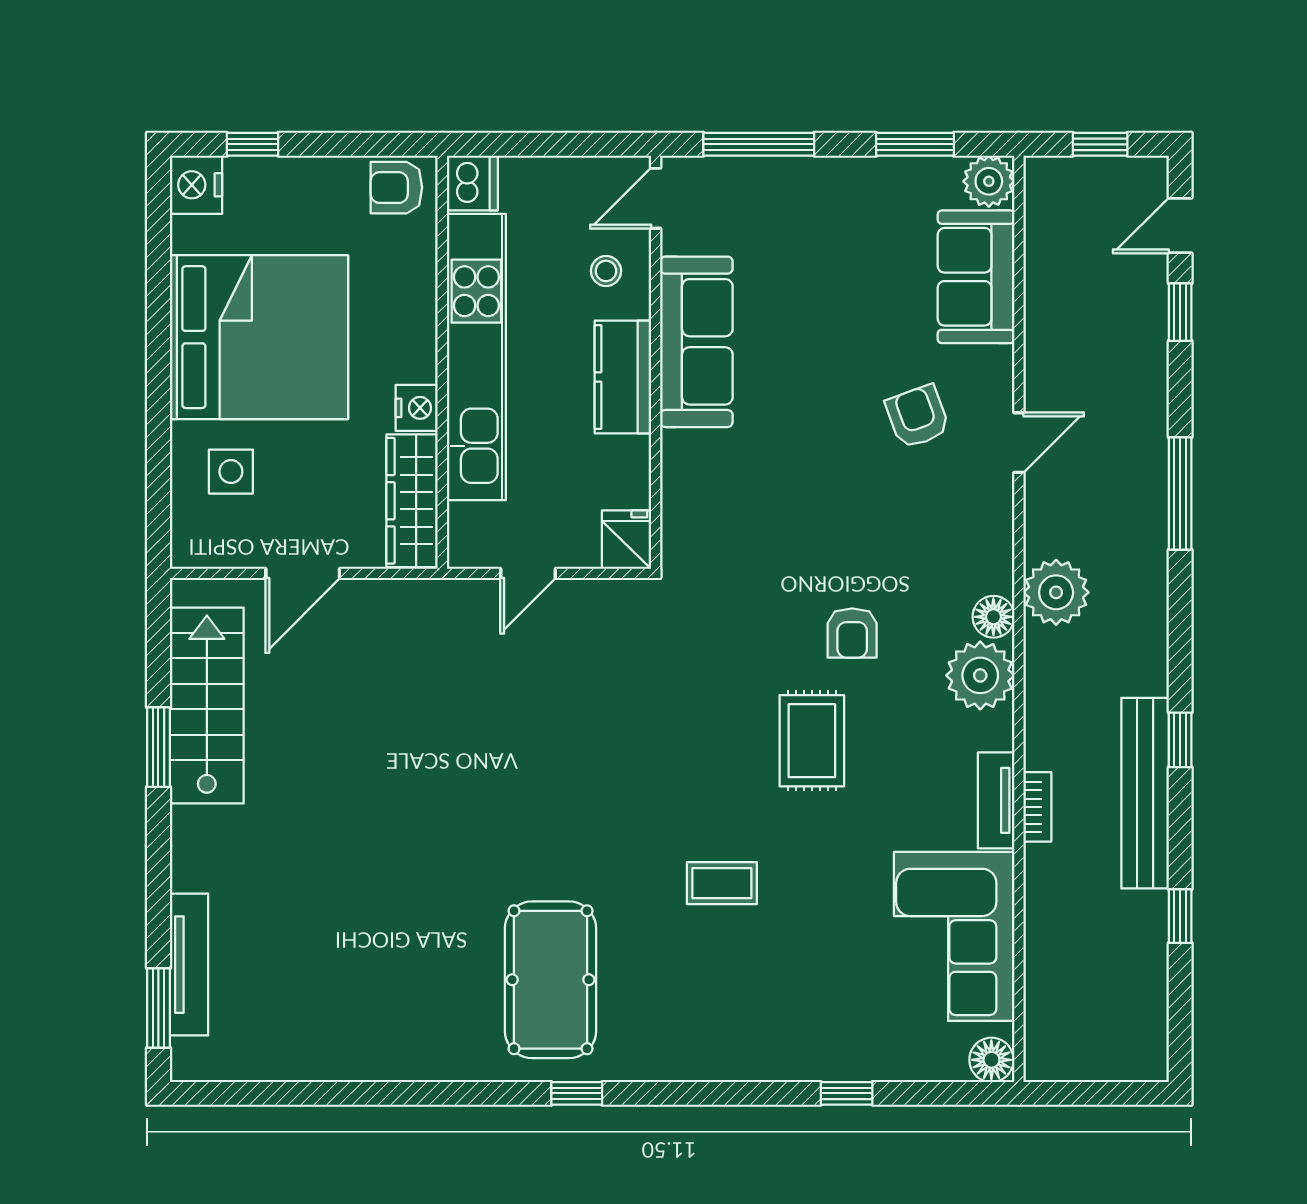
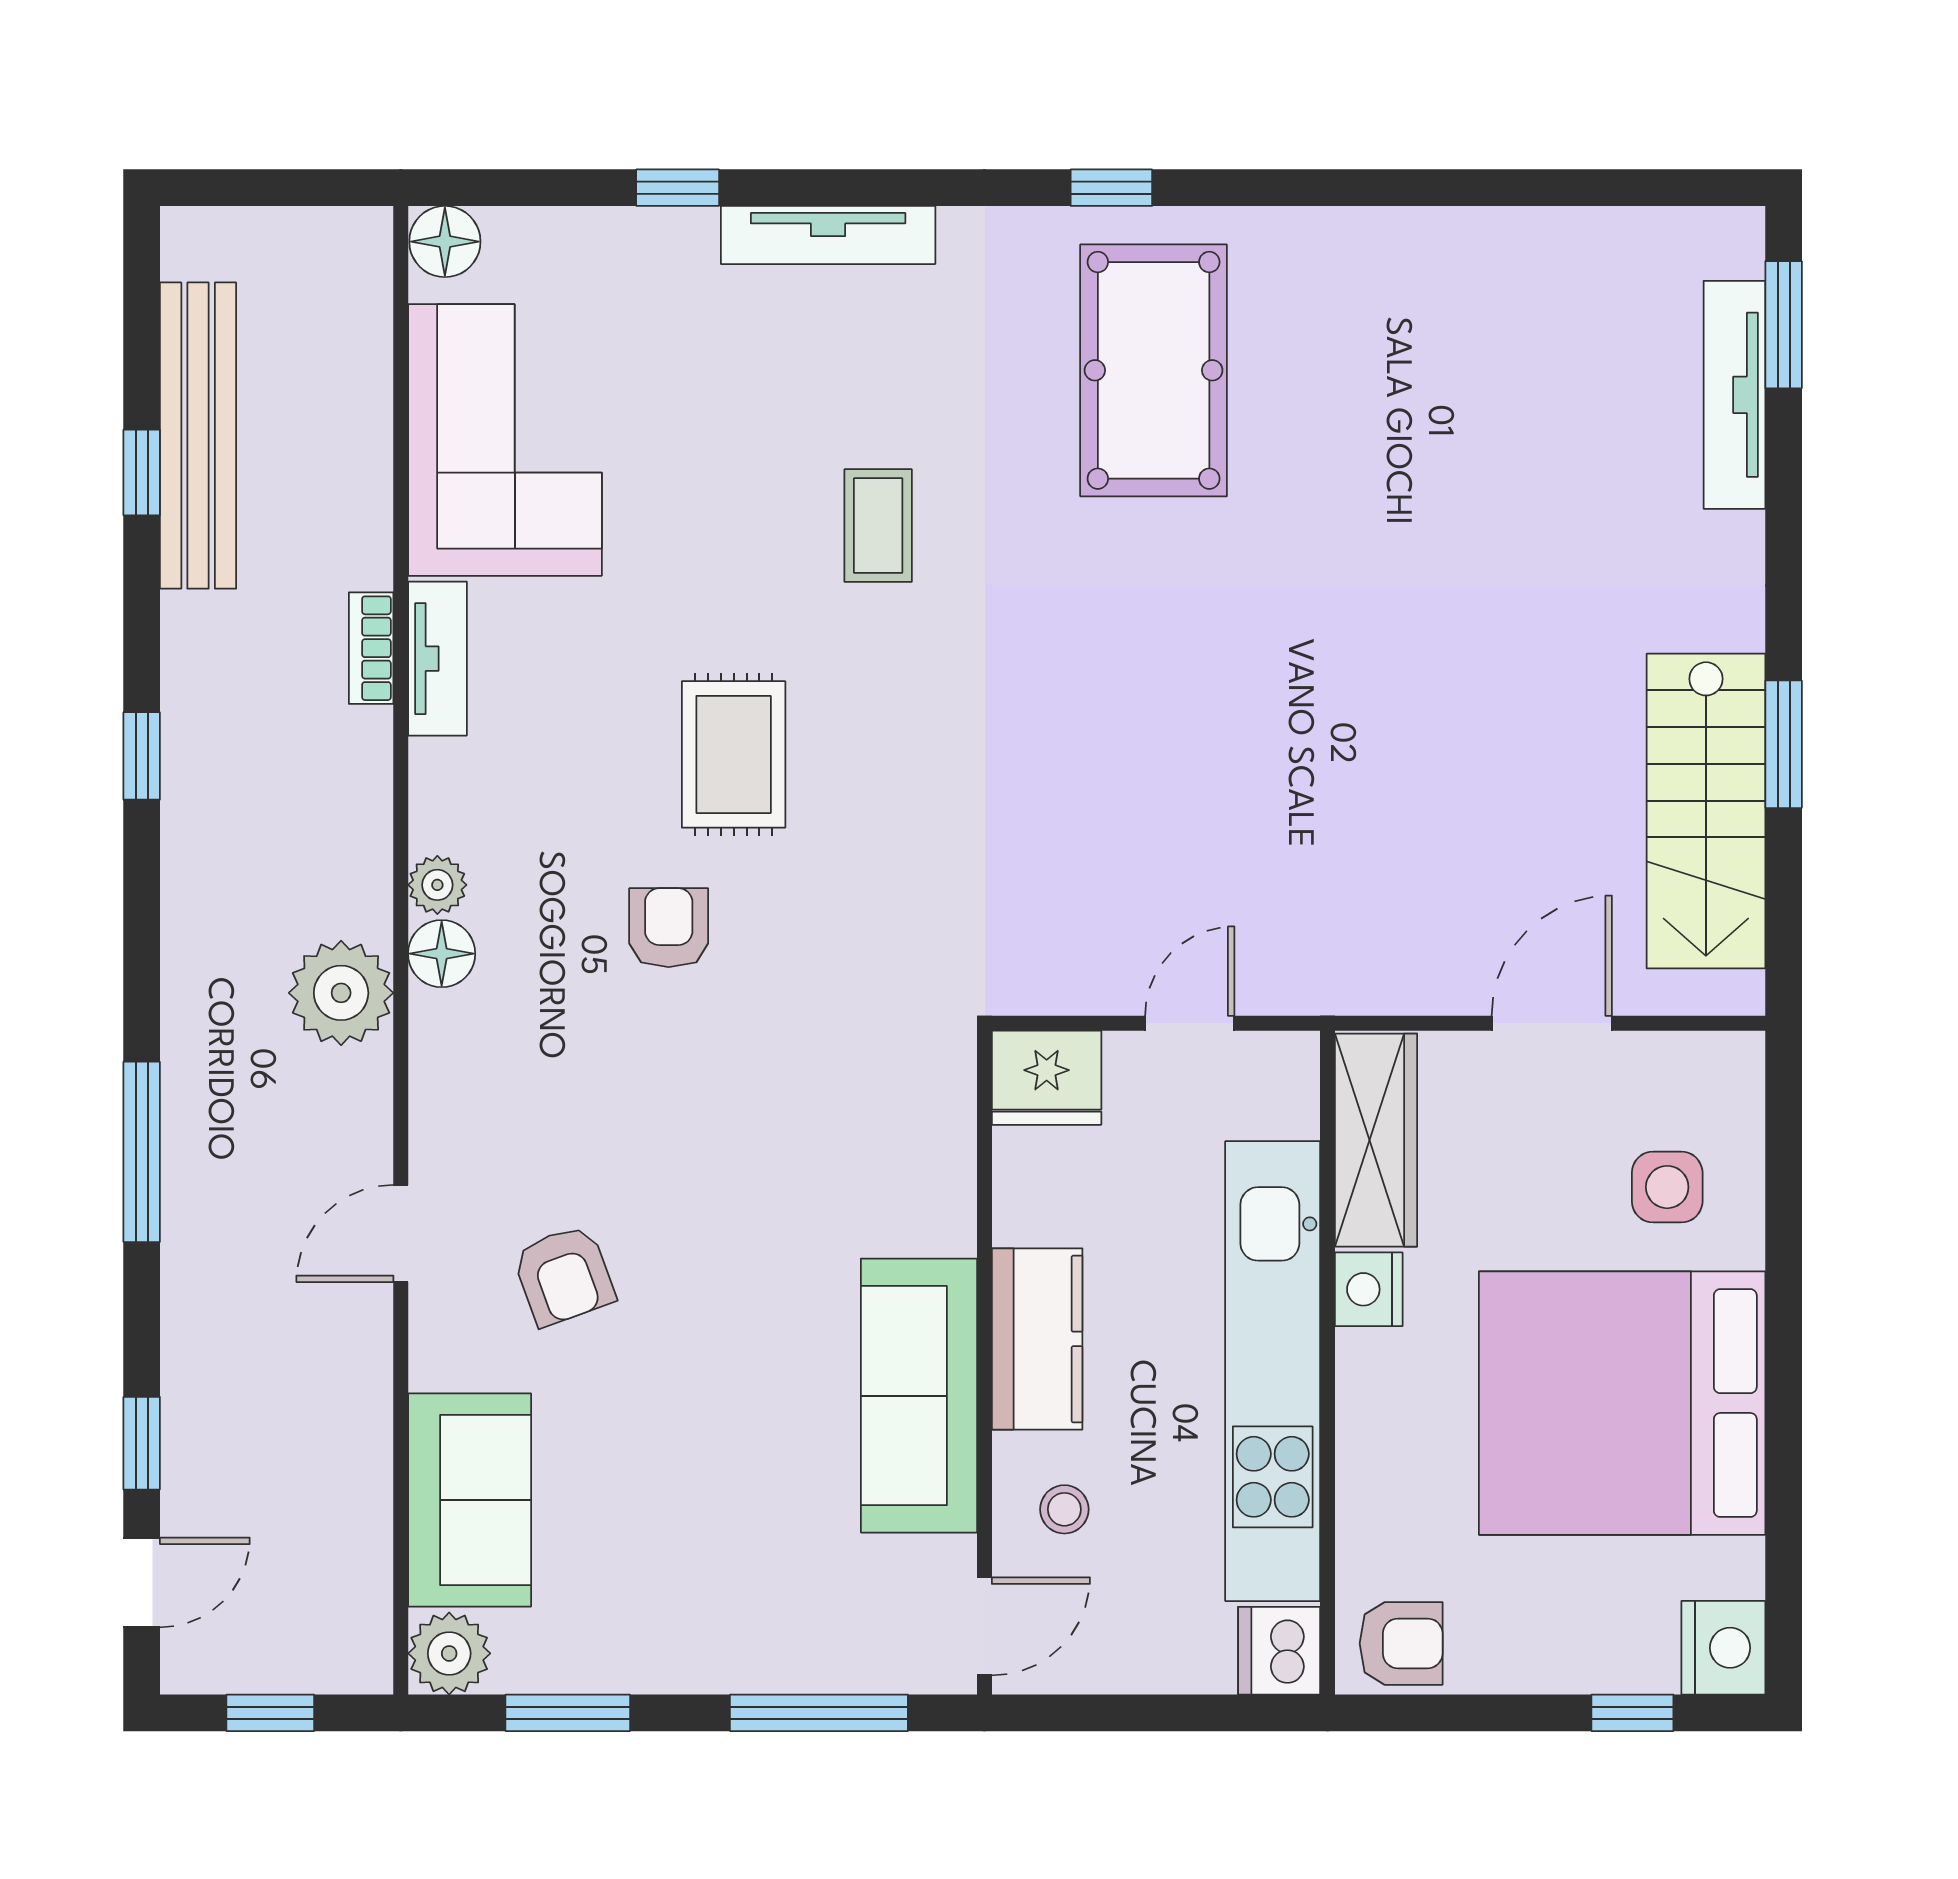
fridge: (627, 540) -> (1047, 1078), width x1.38
plant: (980, 675) -> (437, 885), width x0.53, depth x0.53
bench: (1145, 793) -> (198, 436), moved
coffee table: (722, 883) -> (878, 526), turned 90
tv unit: (753, 1064) -> (828, 235), added

